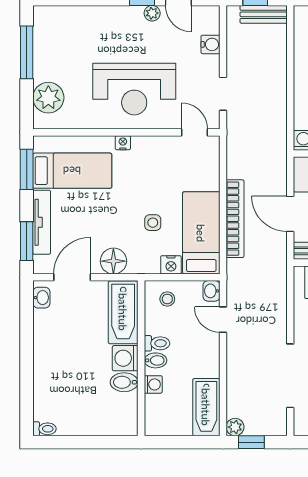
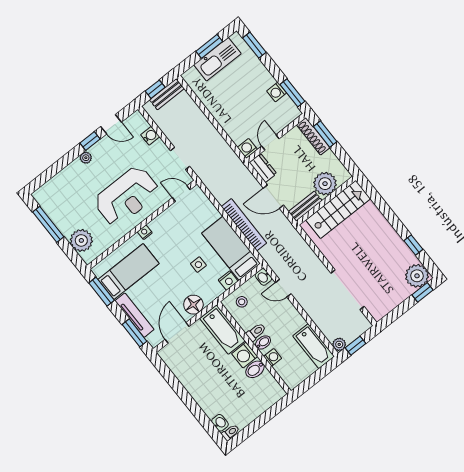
plant: (152, 13) -> (86, 158), moved
washbasin: (41, 298) -> (220, 423), moved

